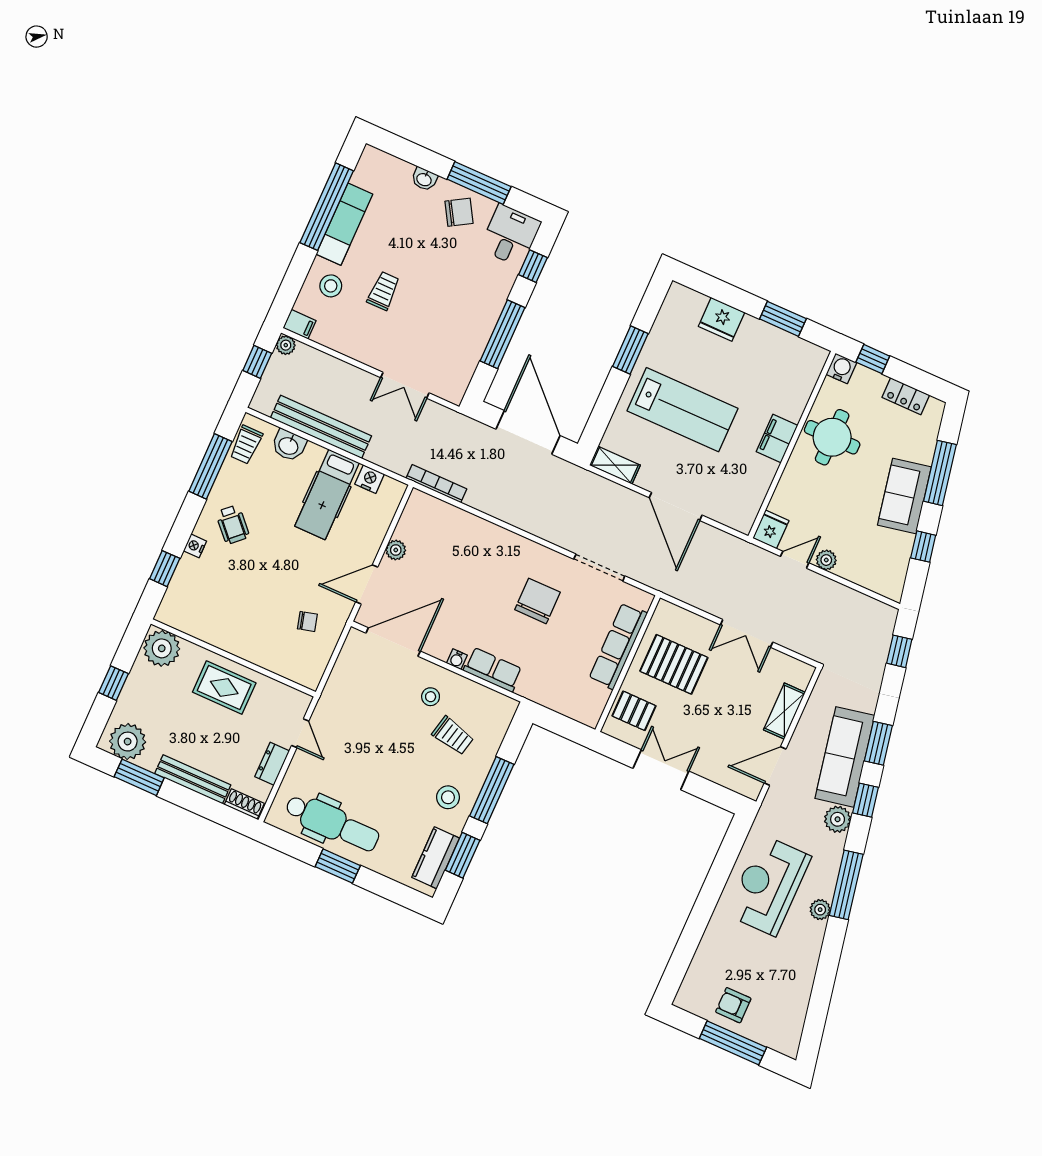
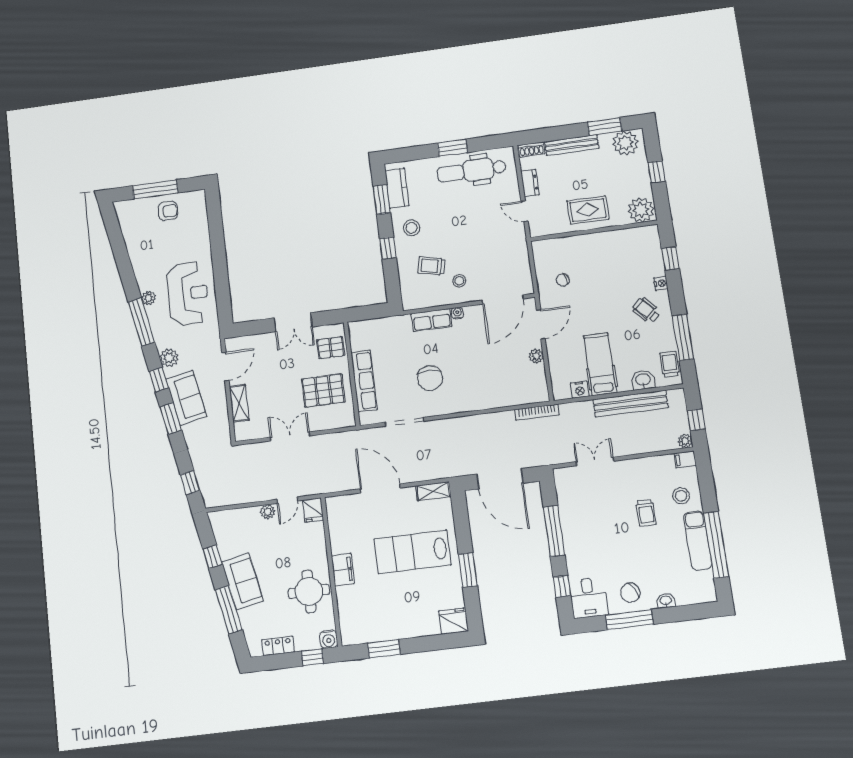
fridge: (722, 319) -> (454, 621), moved
sofa: (845, 757) -> (186, 398), width x0.73
window: (492, 790) -> (388, 248), width x0.46

